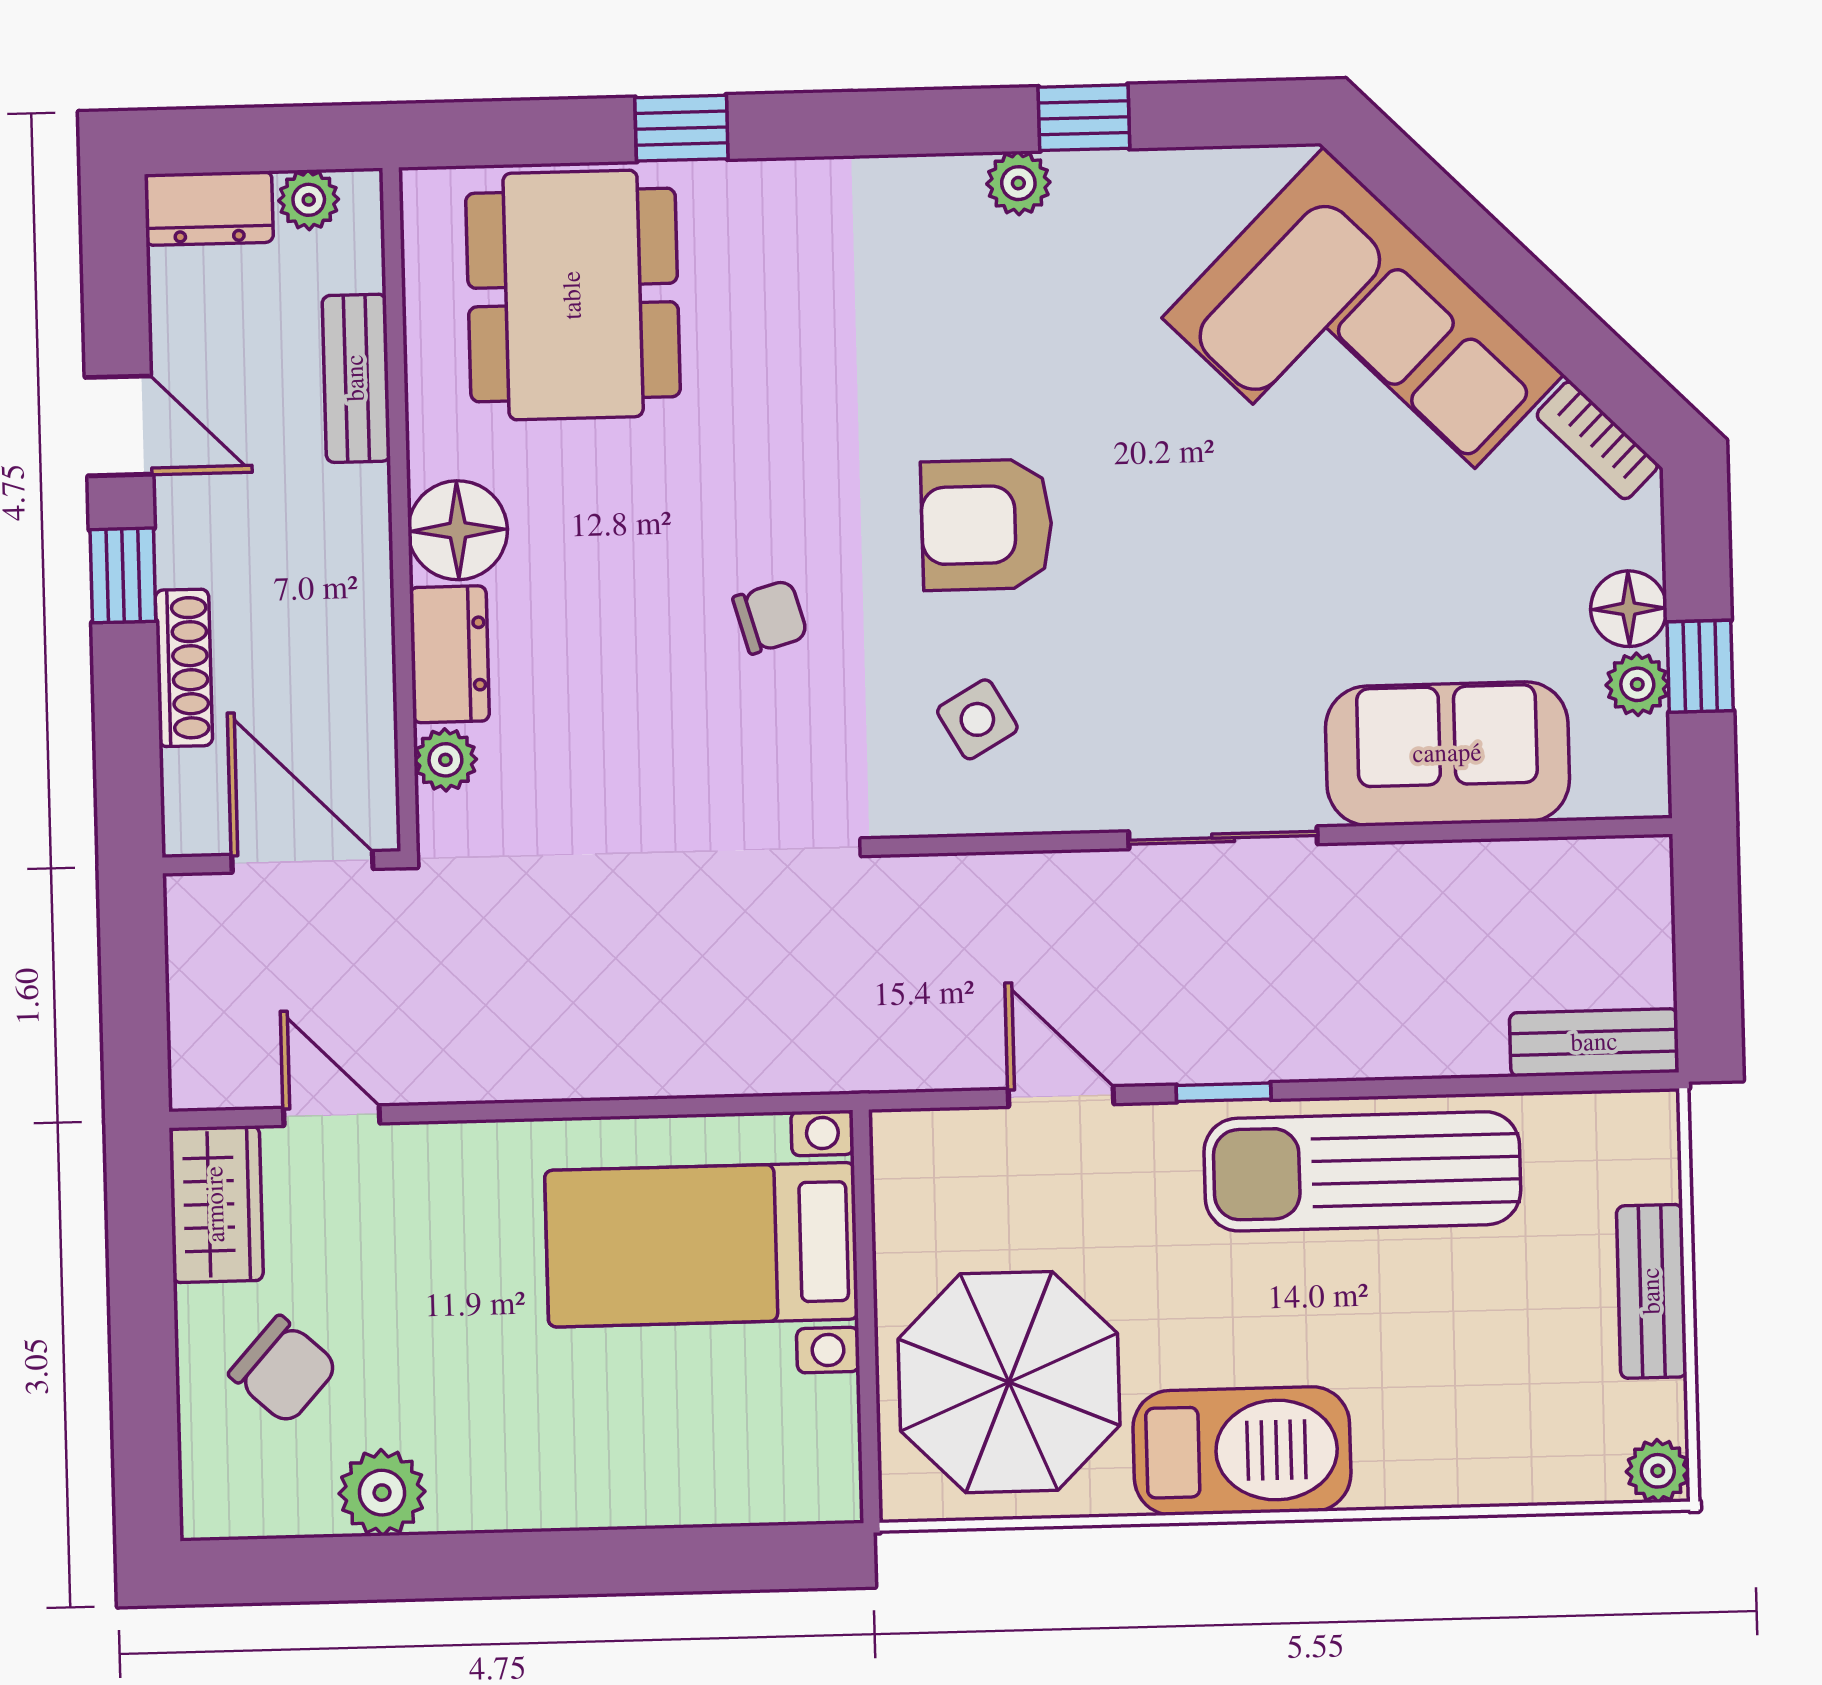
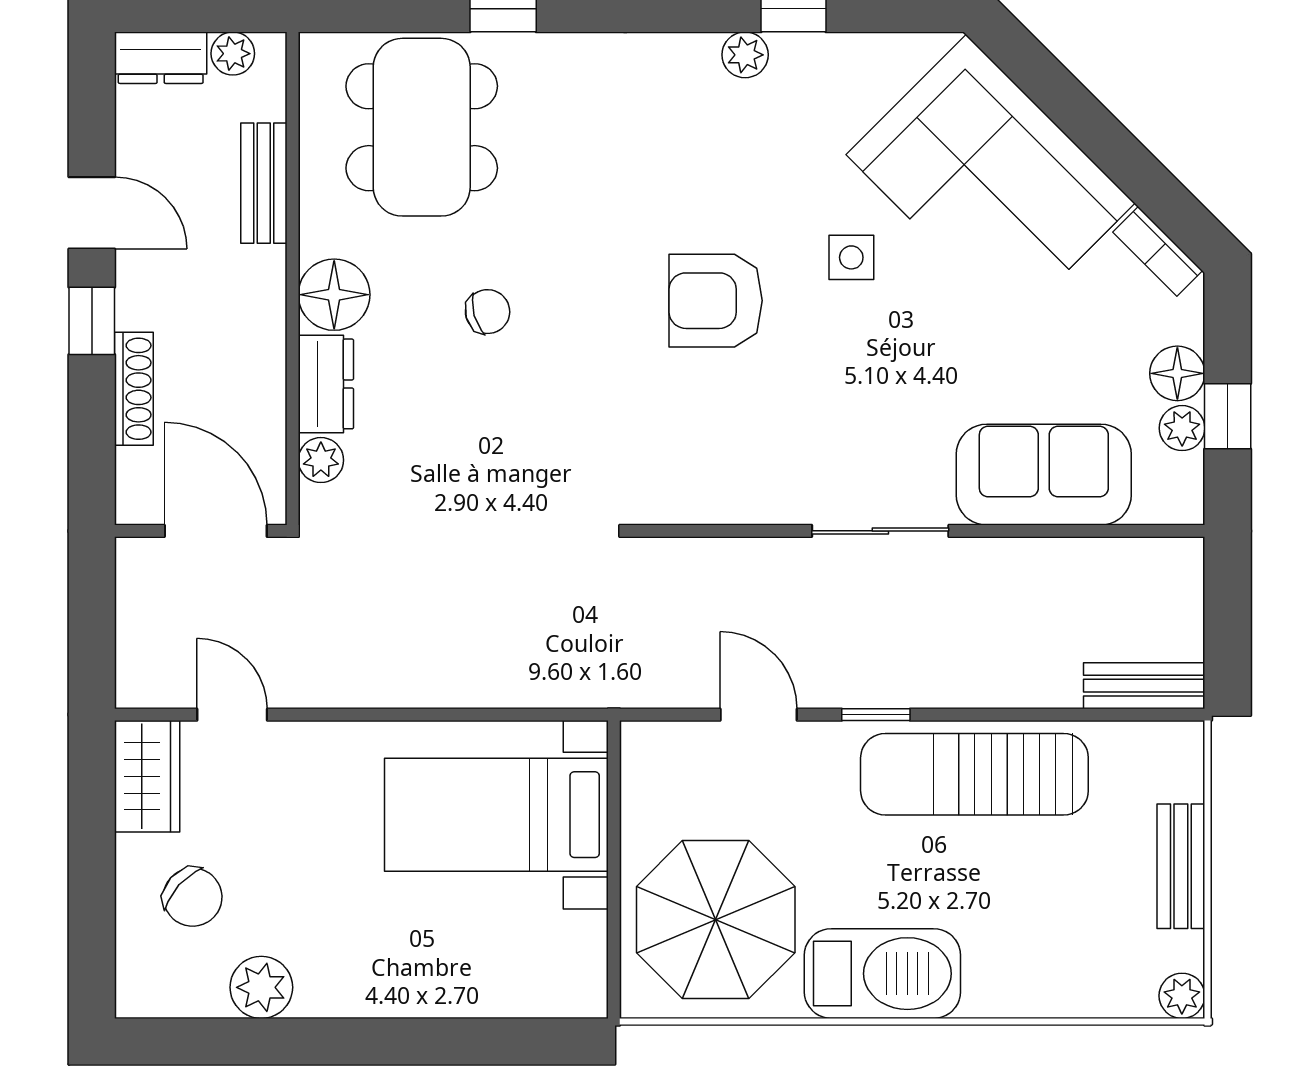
chair: (770, 617) -> (488, 312), moved
side table: (977, 719) -> (851, 257), moved, turned 30

